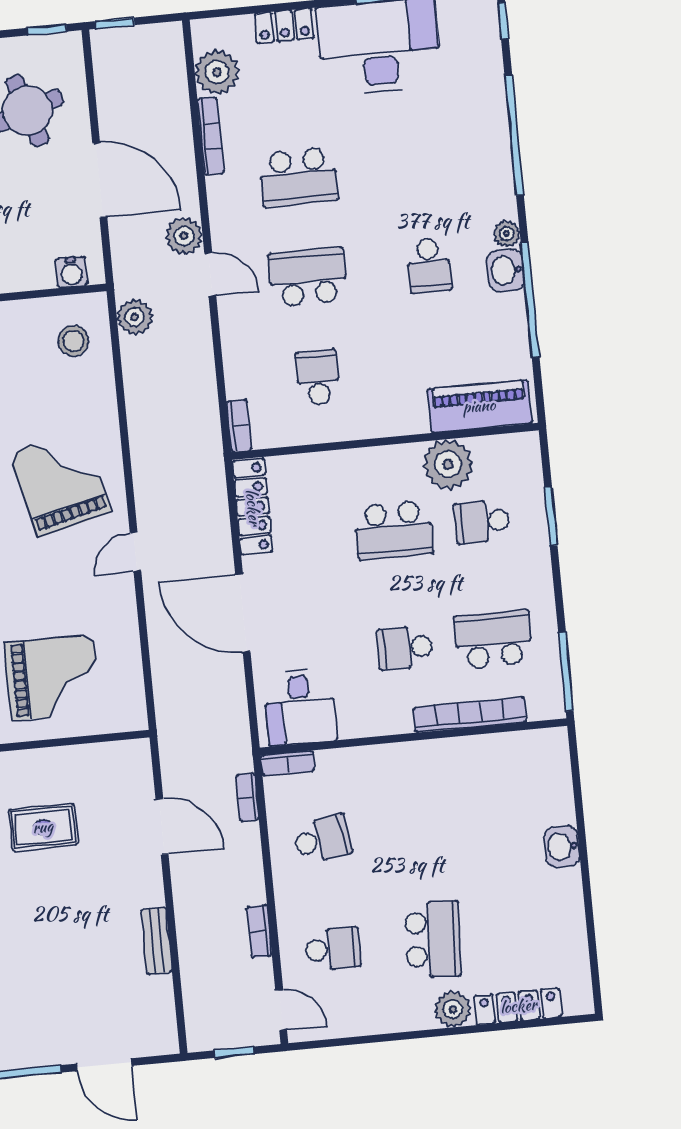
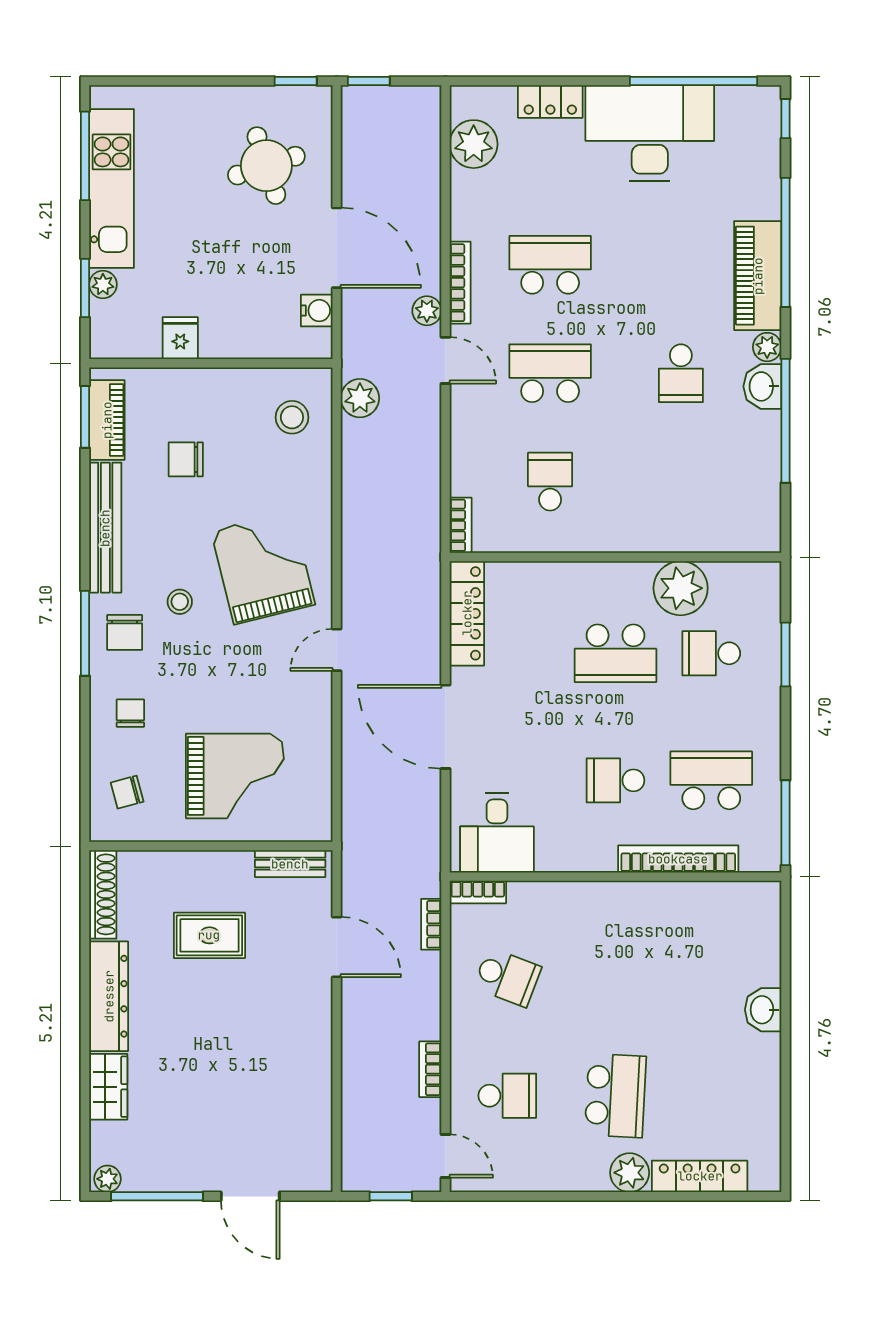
bookcase: (211, 136) -> (460, 283), moved
school desk: (299, 177) -> (550, 265), turned 180
plant: (184, 236) -> (427, 311), width x0.73, depth x0.73
water cooler: (71, 272) -> (317, 311), moved, turned -90
piano: (479, 406) -> (758, 276), moved, turned -90
school desk: (322, 839) -> (507, 977), turned 30
bench: (157, 941) -> (290, 864), moved, turned 90

